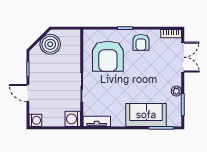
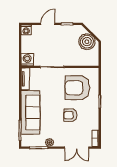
armchair: (141, 42) -> (70, 115), moved
sofa: (146, 115) -> (30, 112), width x1.36

